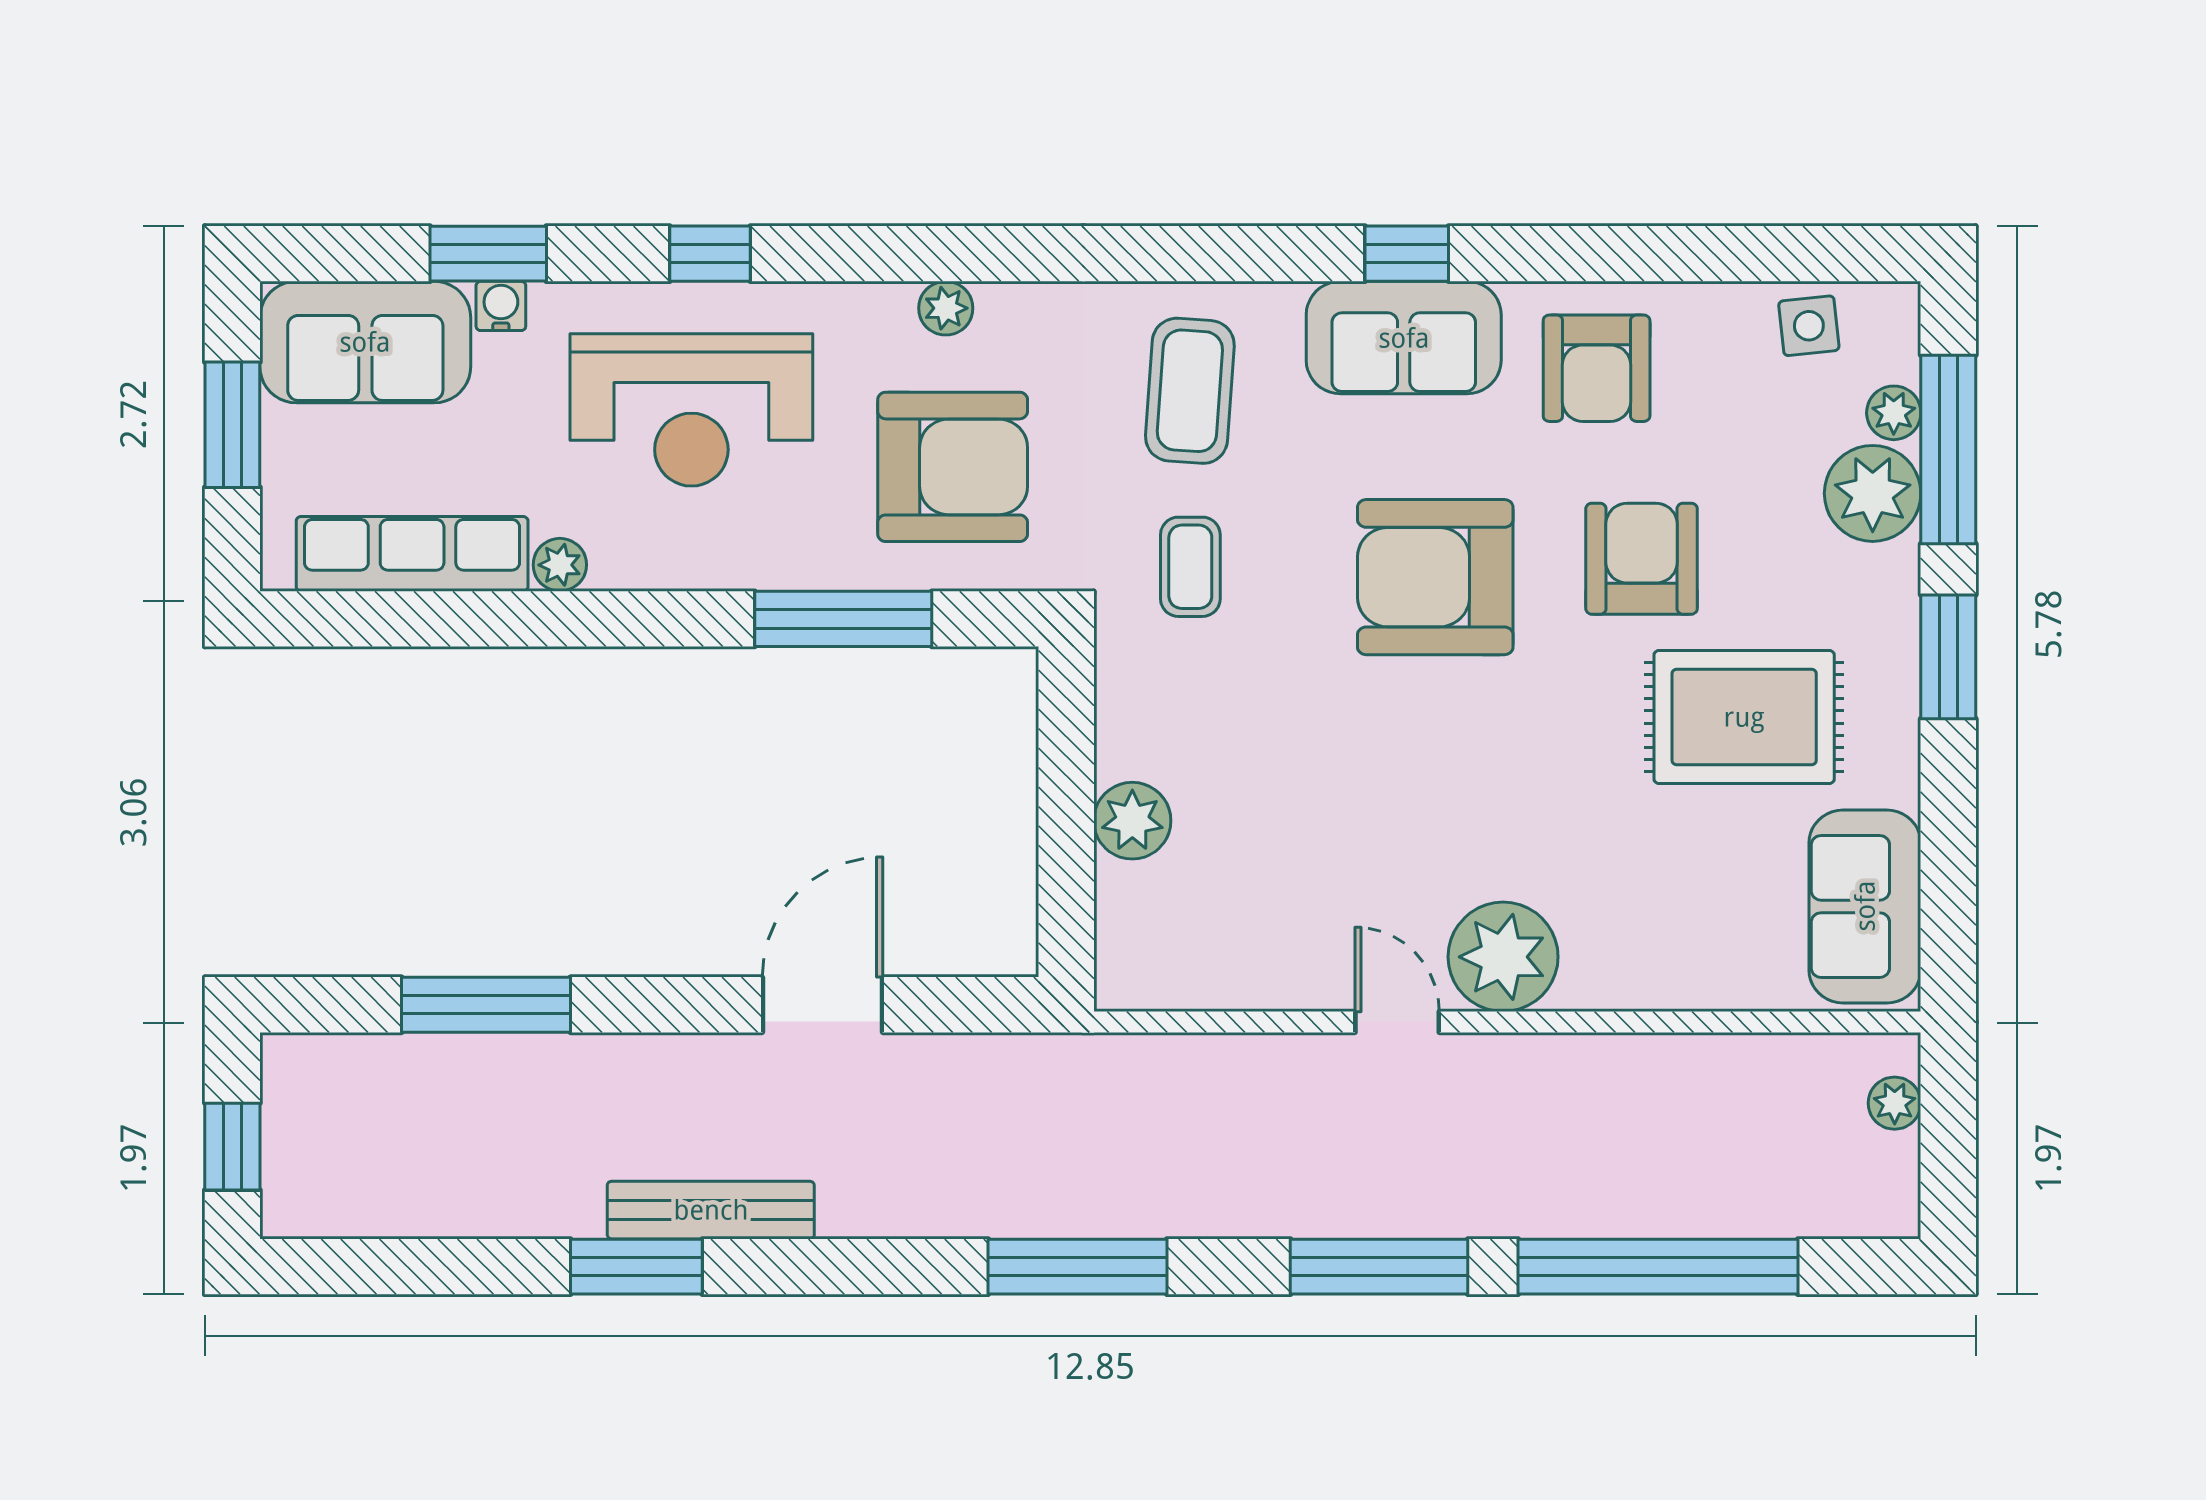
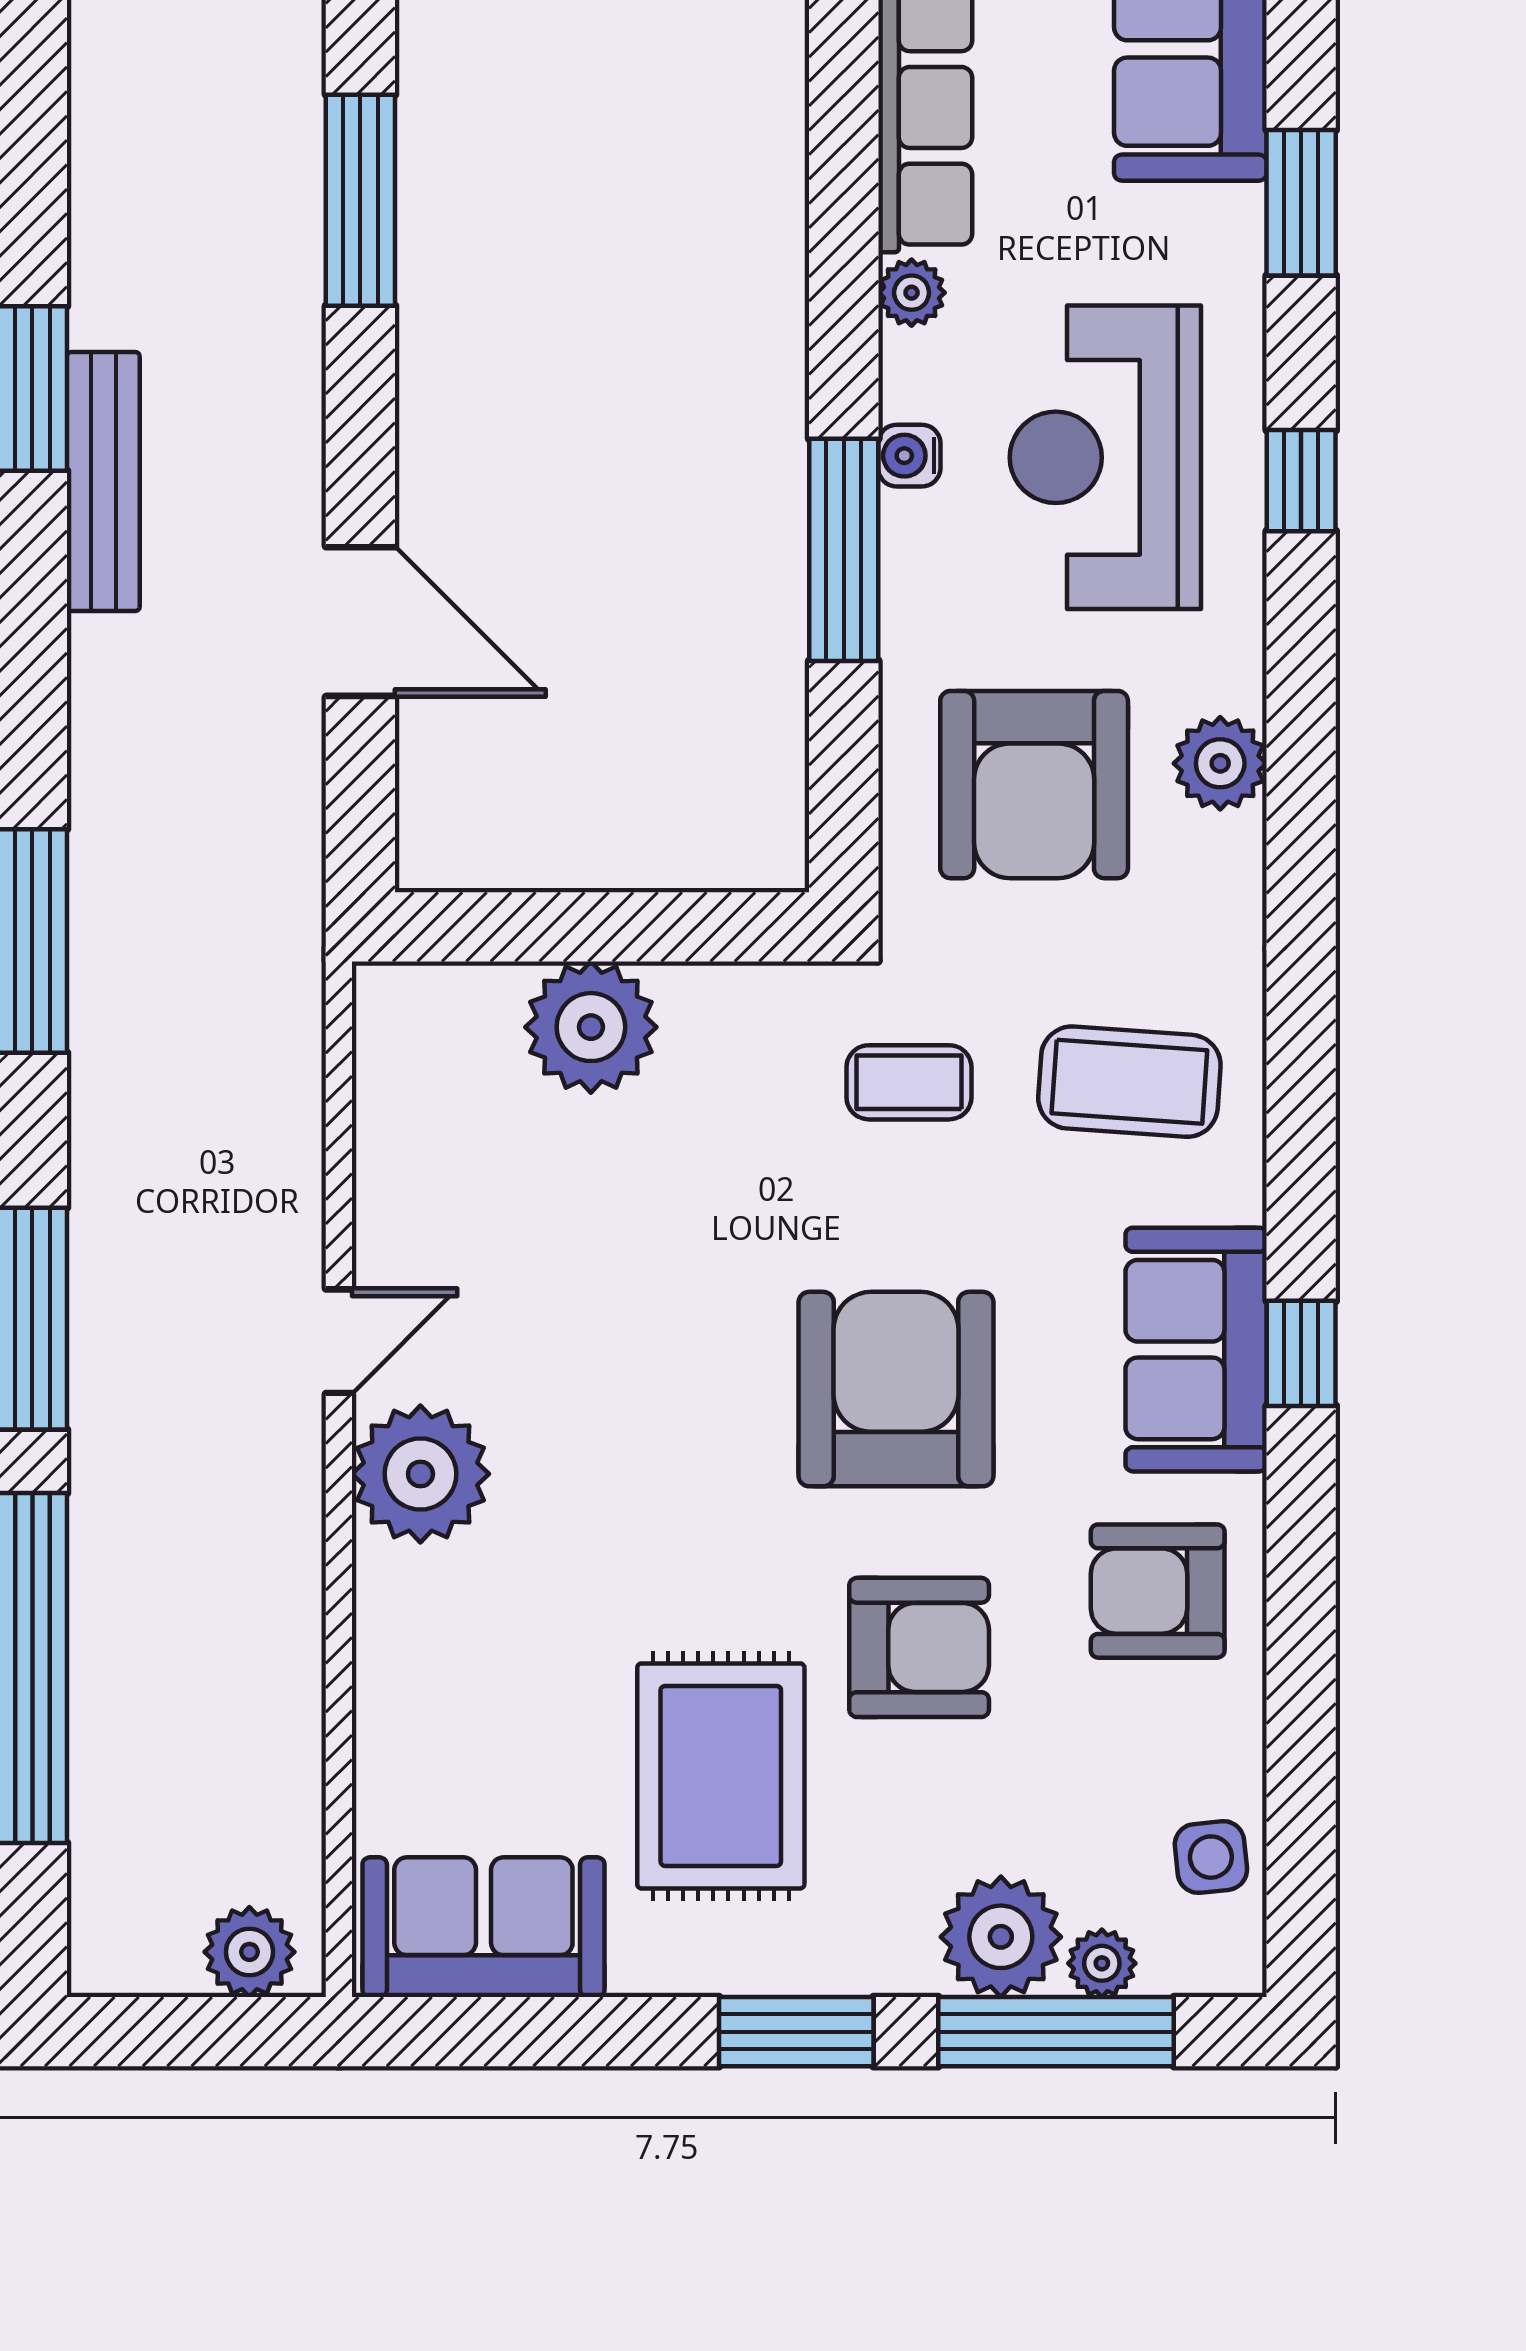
water cooler: (501, 306) -> (909, 456), moved, turned 180
plant: (946, 308) -> (1220, 763), width x1.38, depth x1.38
window: (843, 619) -> (844, 550), moved
plant: (1132, 821) -> (591, 1027), width x1.36, depth x1.36
plant: (1895, 1103) -> (249, 1952), width x1.38, depth x1.38

